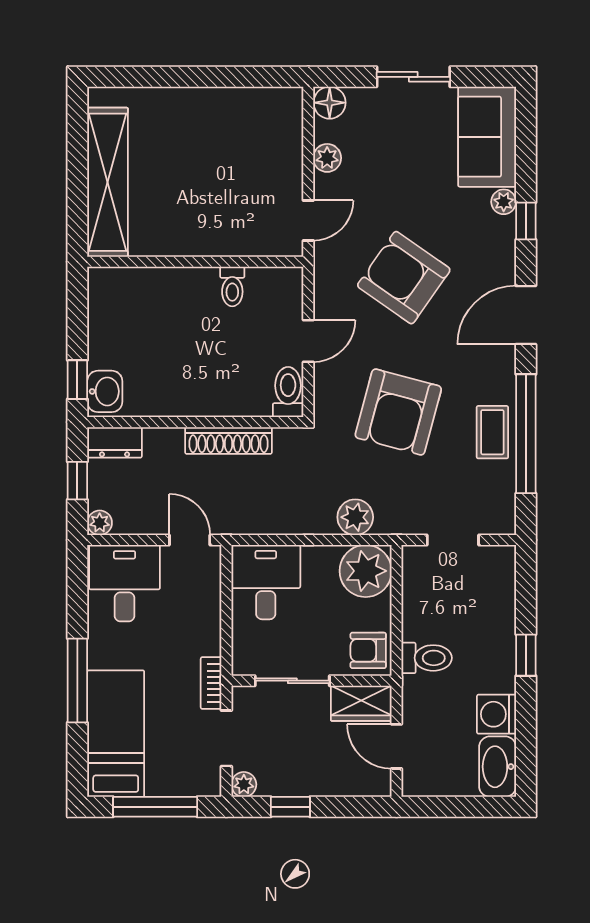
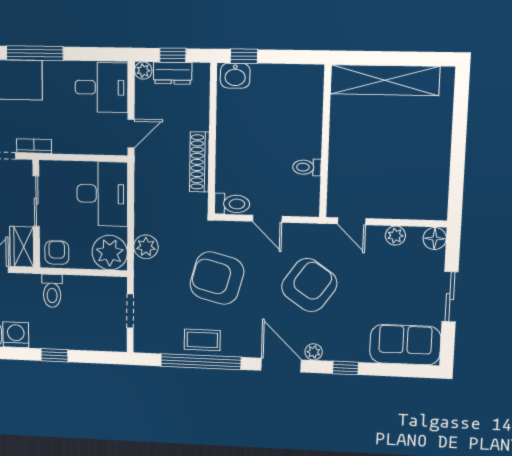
plant: (504, 202) -> (314, 352), moved
dresser: (115, 442) -> (173, 73), moved, turned -90
desk: (266, 582) -> (102, 194), width x1.37

